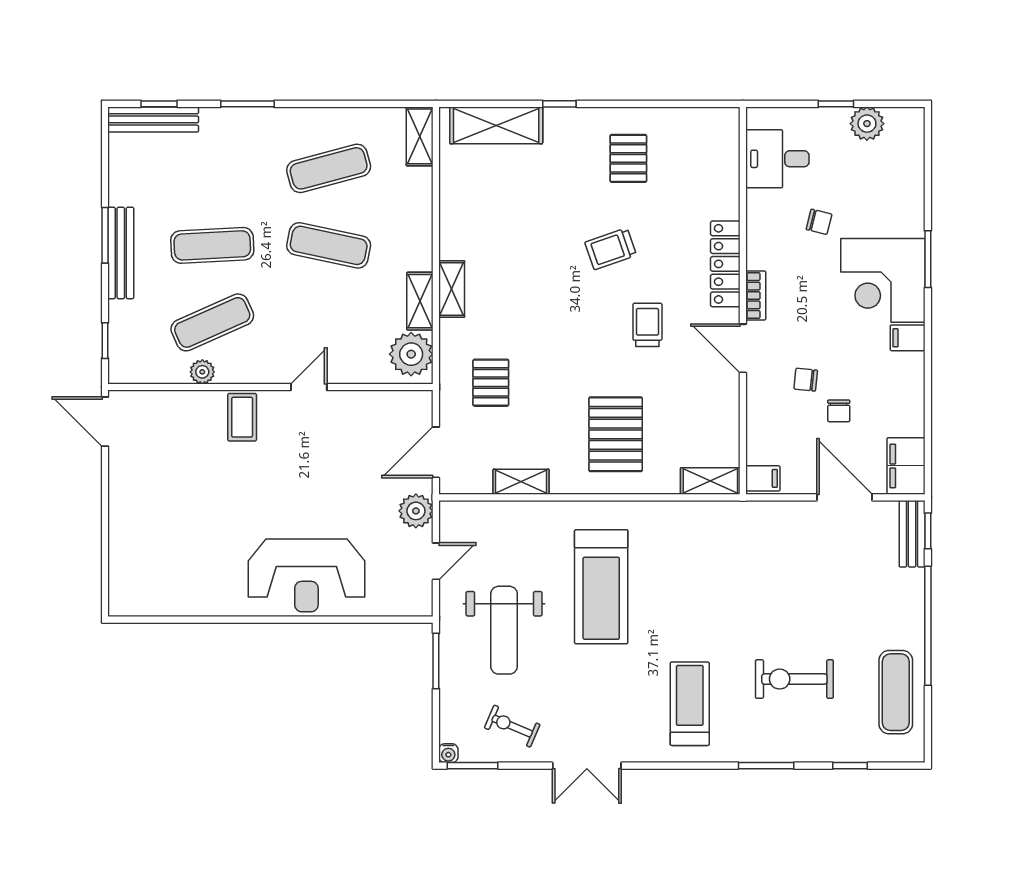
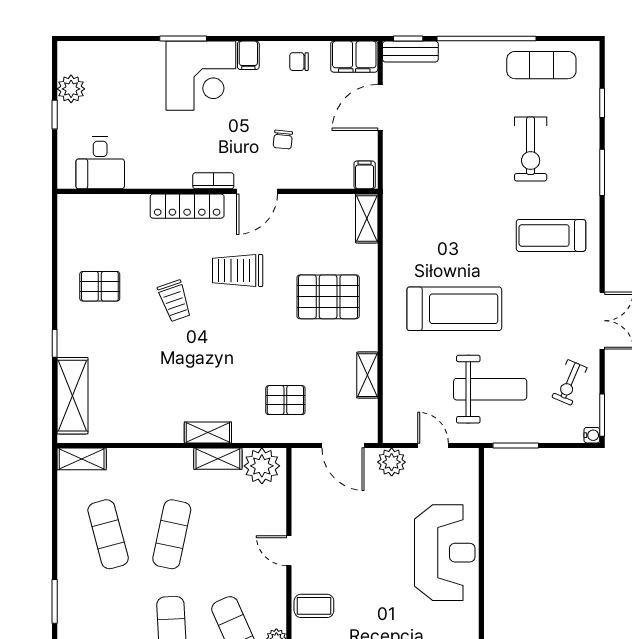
chair: (819, 222) -> (152, 129), removed
trolley: (647, 325) -> (238, 270), width x1.36, depth x1.39
chair: (839, 411) -> (299, 62), moved, turned 180

